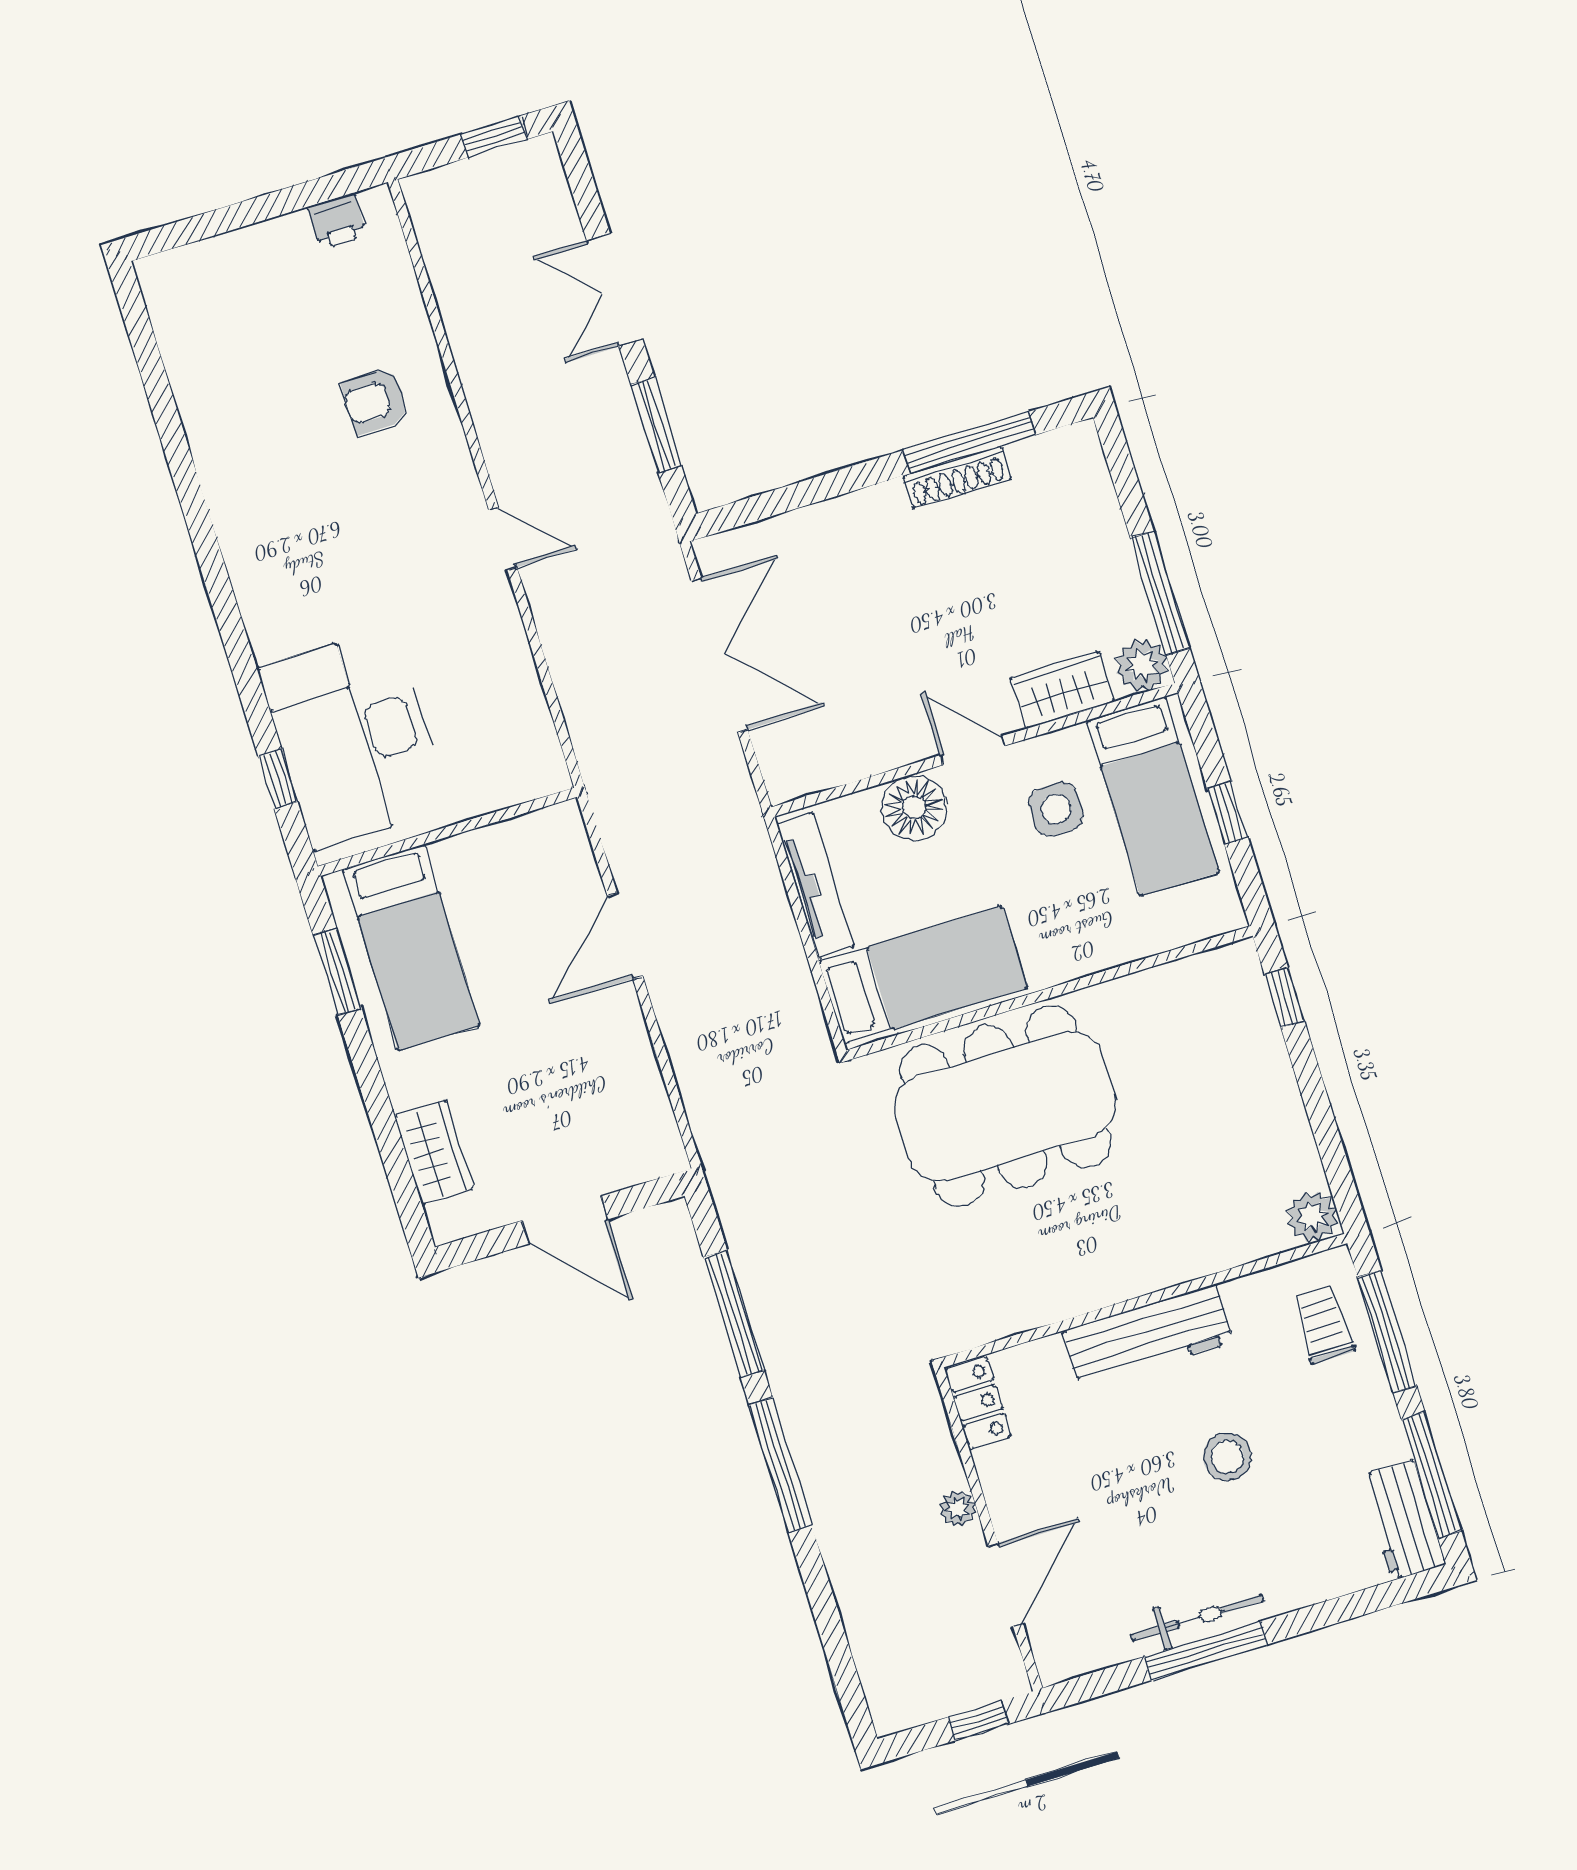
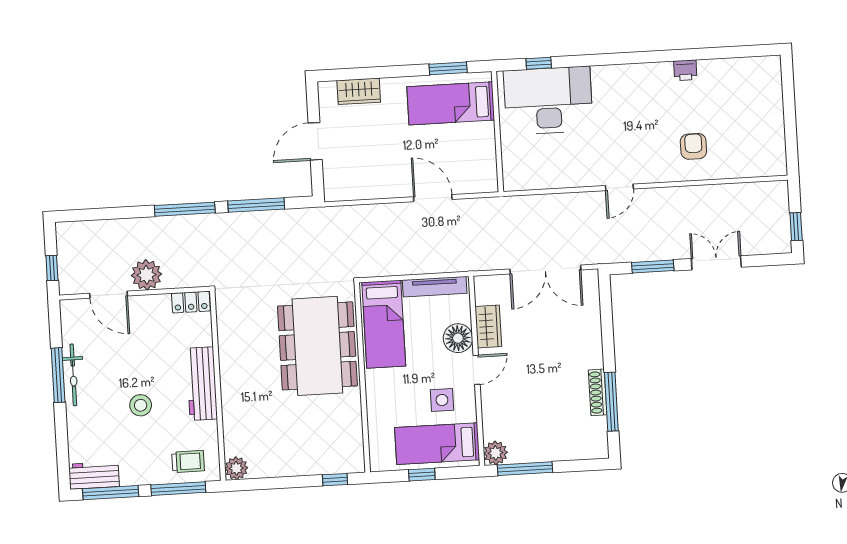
printer: (337, 221) -> (685, 70), moved, turned -90
wardrobe: (1062, 690) -> (488, 327), moved
plant: (958, 1508) -> (146, 275), width x1.88, depth x1.88

